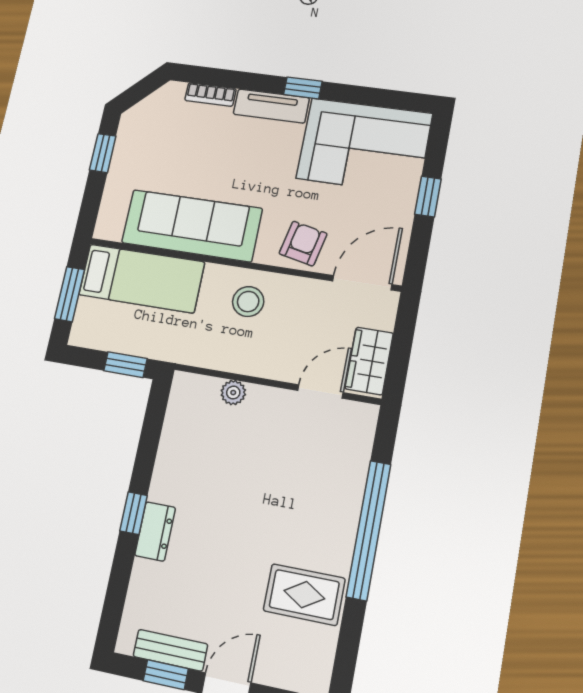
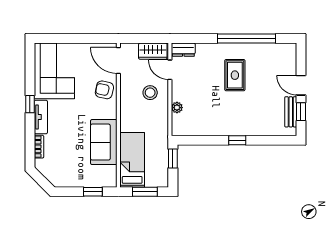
window: (103, 153) -> (93, 192), moved
window: (428, 197) -> (74, 39), removed
sofa: (192, 226) -> (104, 142), width x0.73
stool: (248, 302) -> (150, 93), moved
window: (369, 530) -> (246, 39), moved
dresser: (155, 531) -> (183, 50), moved, turned 180
rug: (304, 595) -> (235, 75), moved

